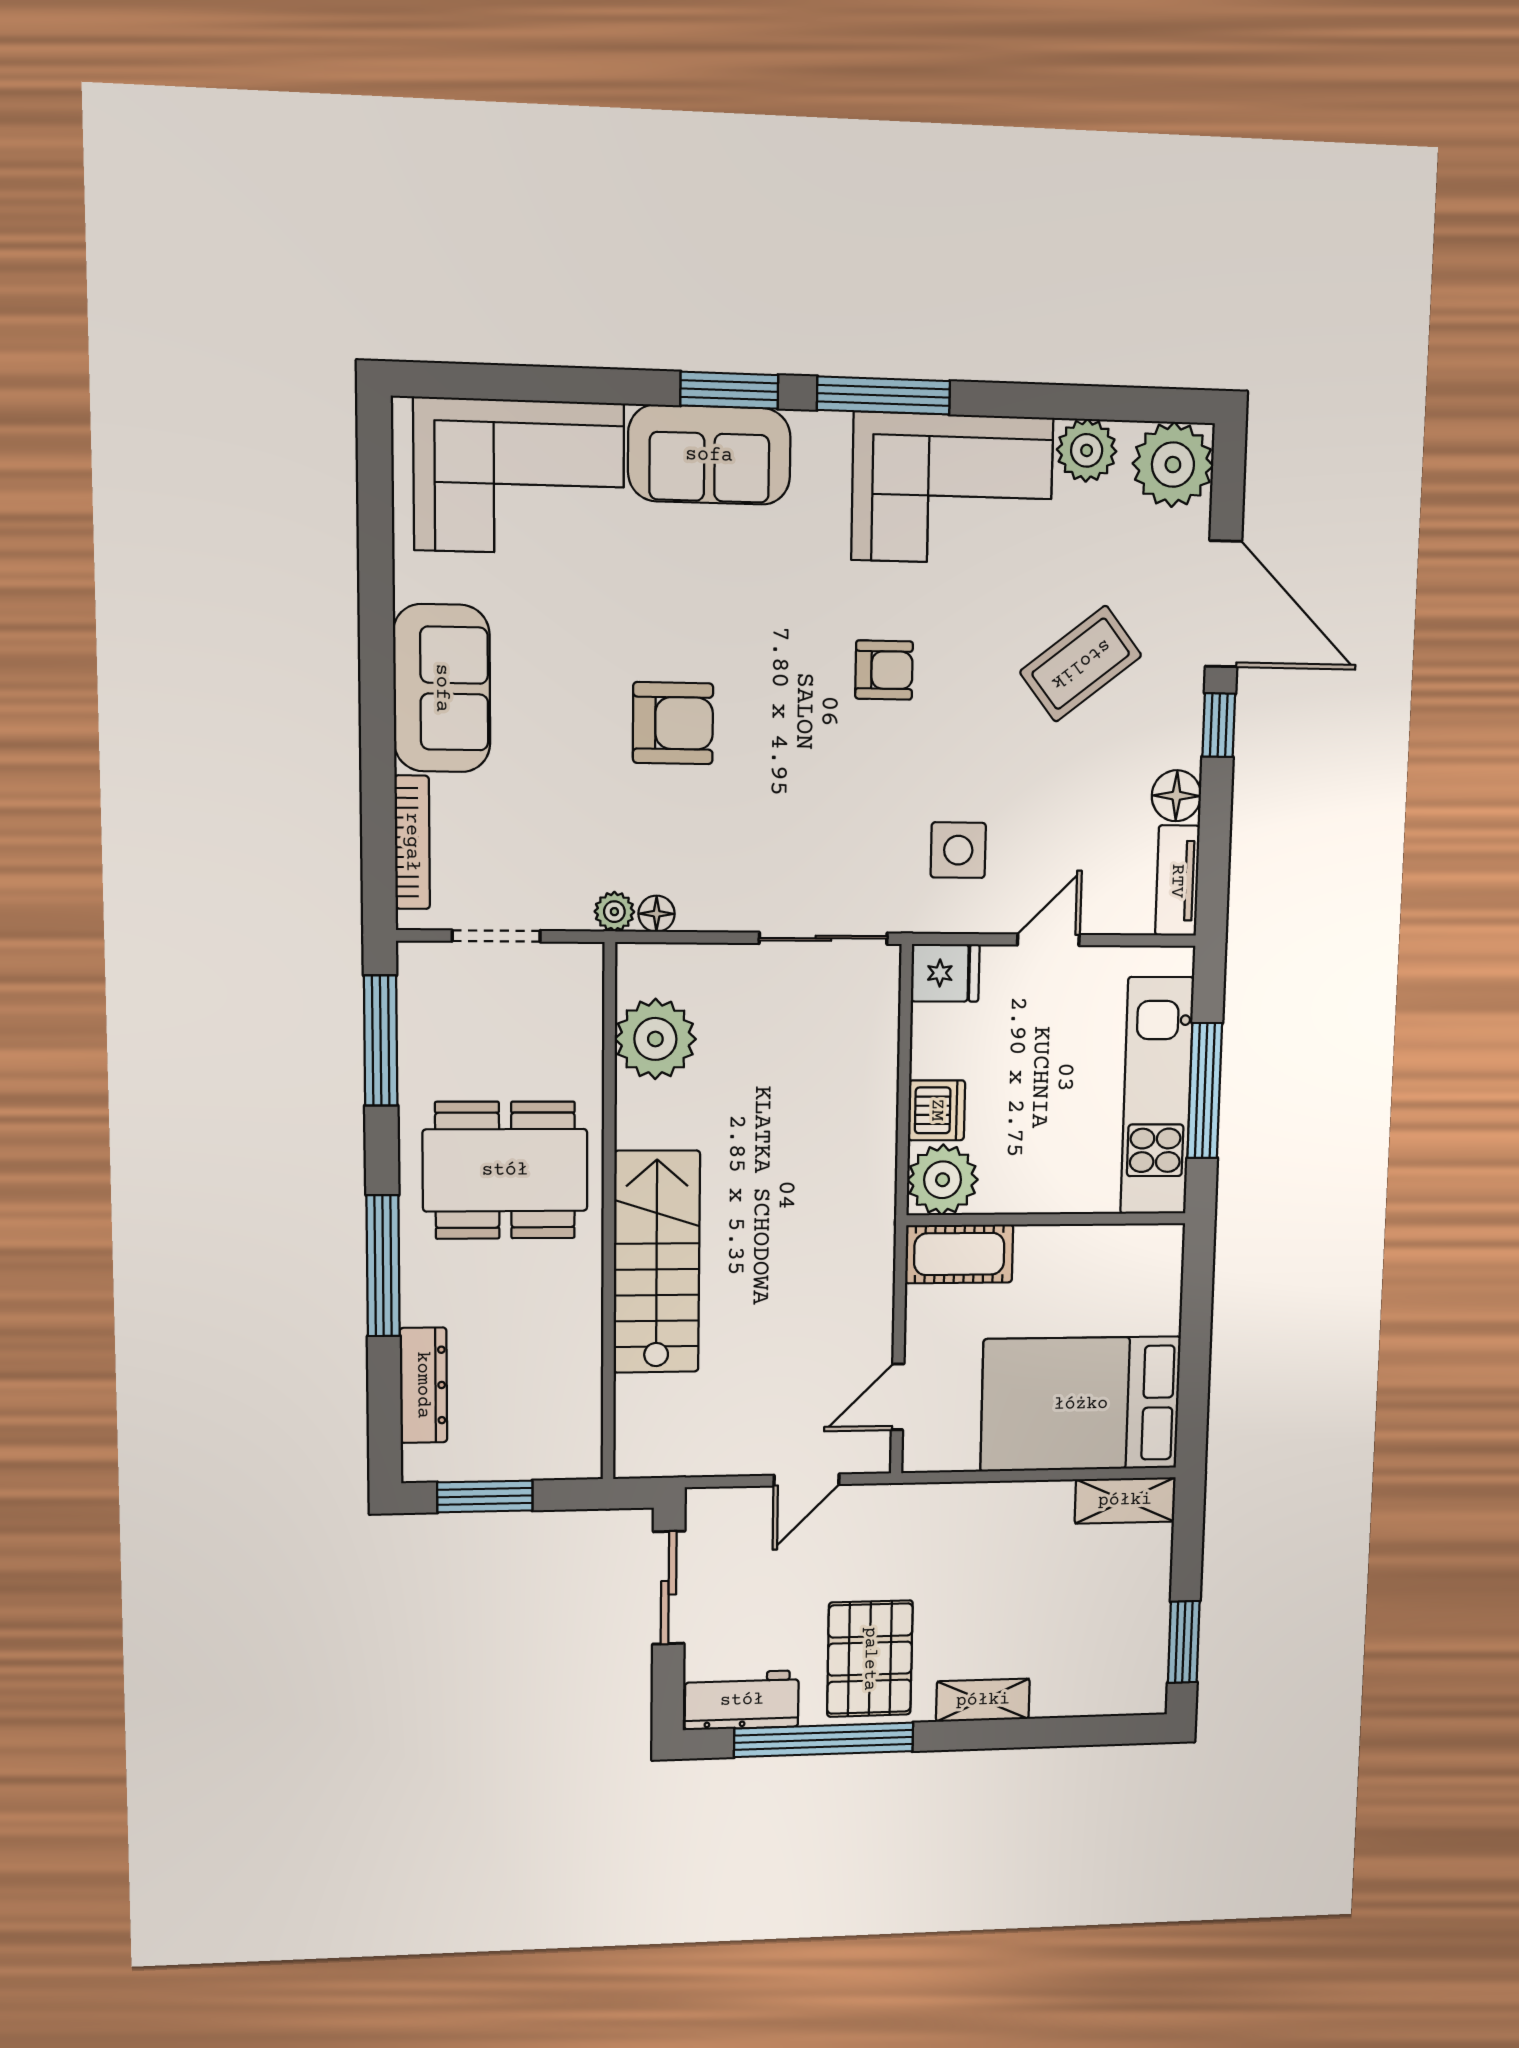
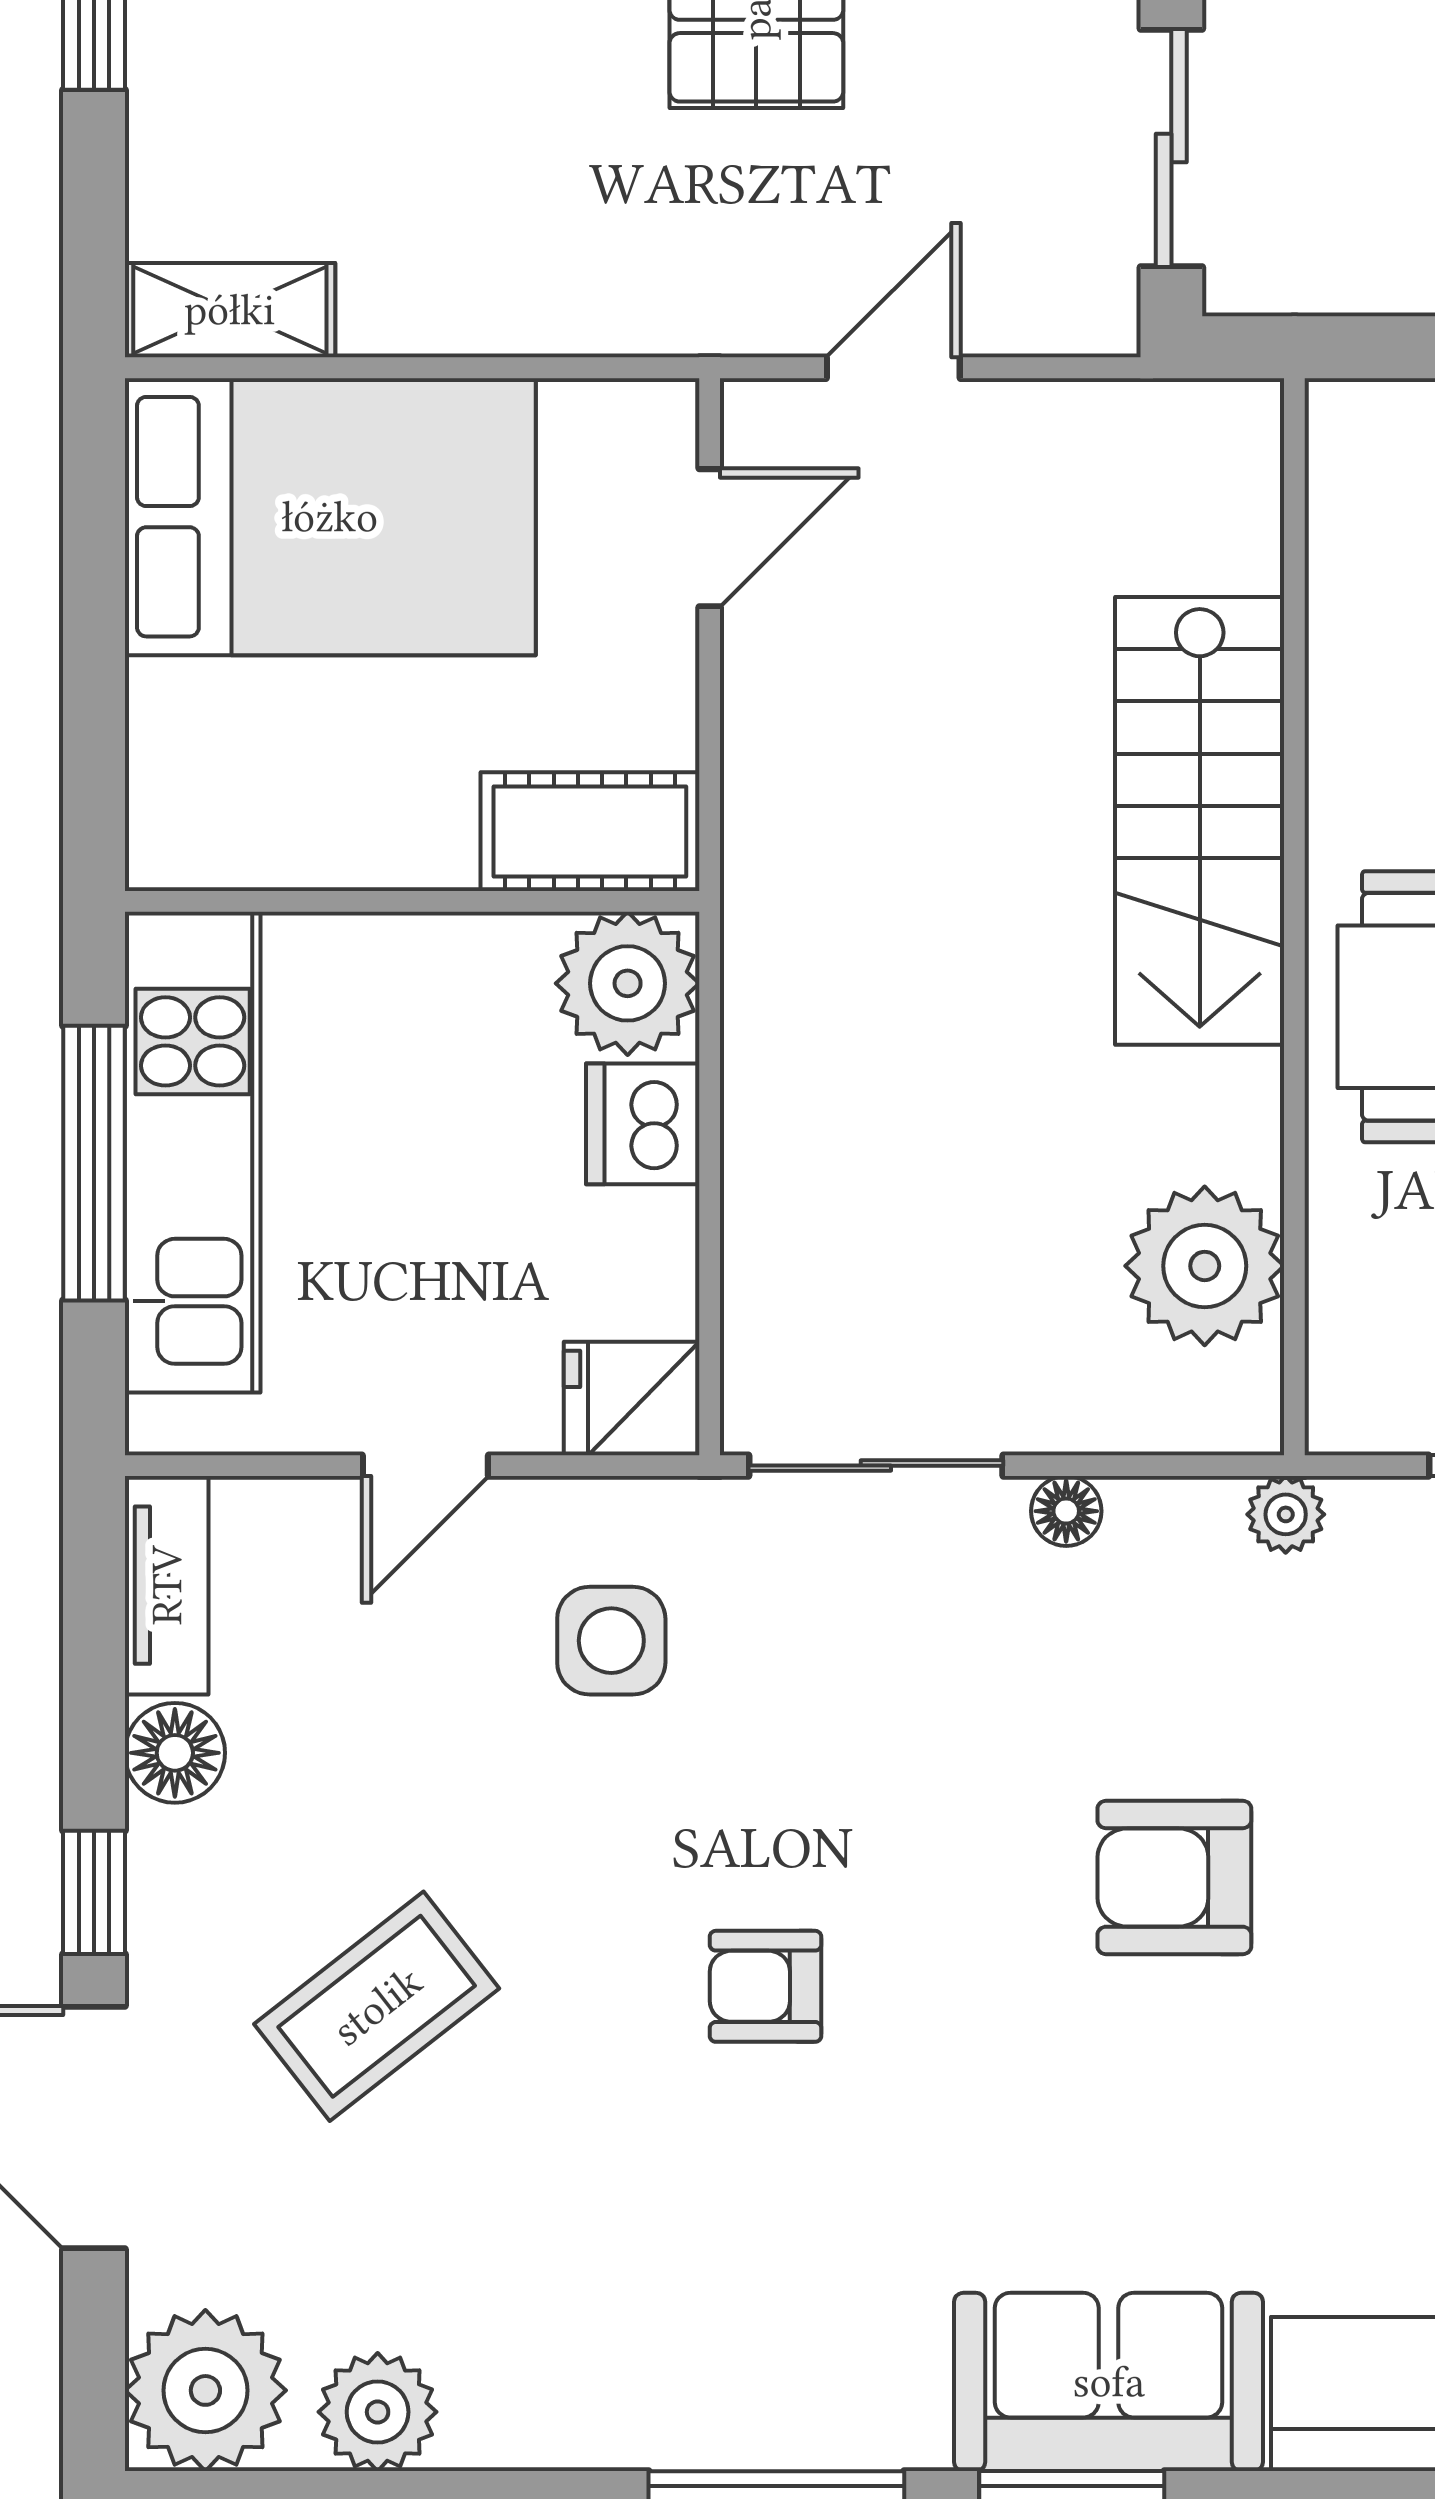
corner sofa: (952, 489) -> (639, 2332), removed
floor lamp: (657, 914) -> (1066, 1511), moved

